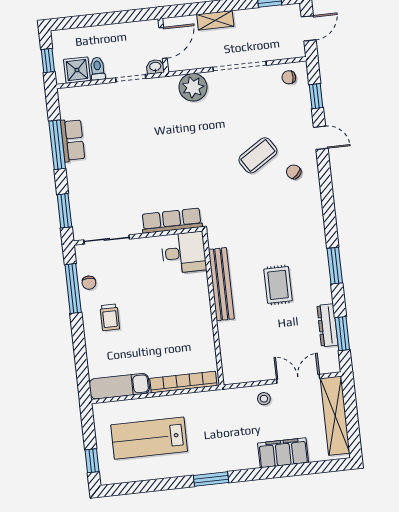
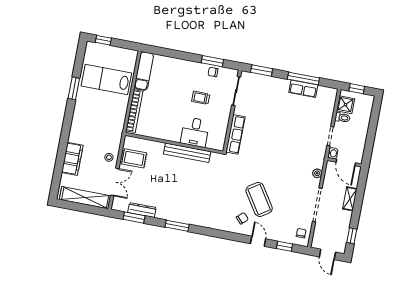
plant: (193, 87) -> (317, 173), width x0.53, depth x0.53
door: (321, 138) -> (258, 241), swing flipped
coffee table: (258, 155) -> (259, 199), width x1.36, depth x1.32
desk: (184, 253) -> (195, 132), moved
rug: (278, 285) -> (134, 158), moved
window: (73, 289) -> (212, 61), width x0.69
trolley: (110, 317) -> (201, 98), moved
lab bench: (149, 438) -> (106, 80), turned -90
window: (211, 479) -> (74, 88), moved

